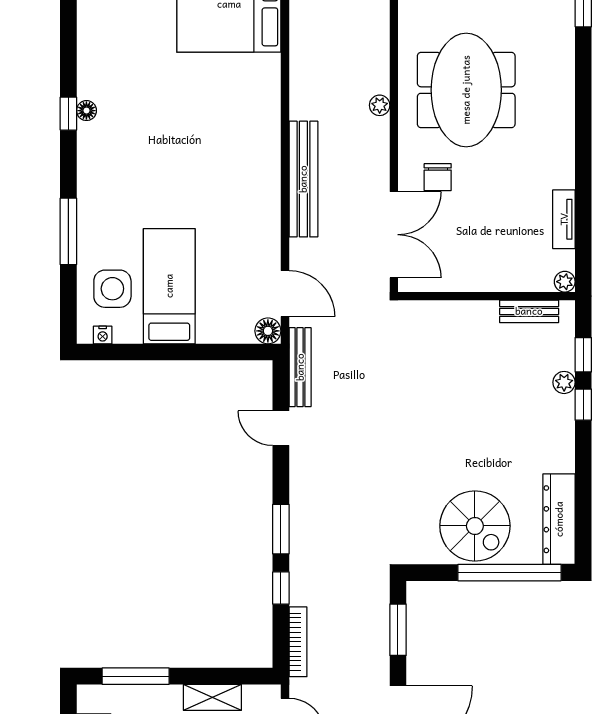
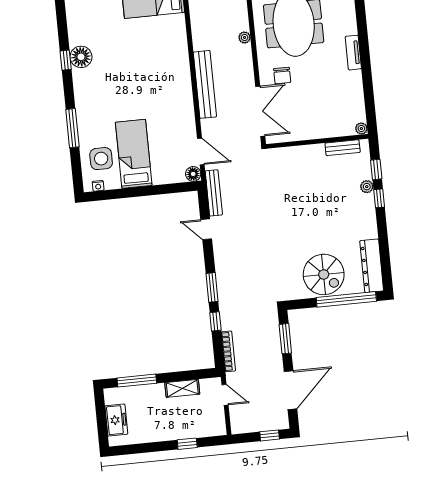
floor lamp: (86, 111) -> (81, 57), width x1.89, depth x1.89
tv unit: (564, 219) -> (353, 53), moved

